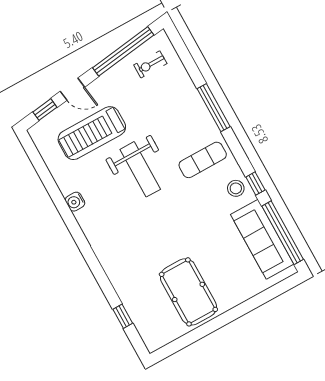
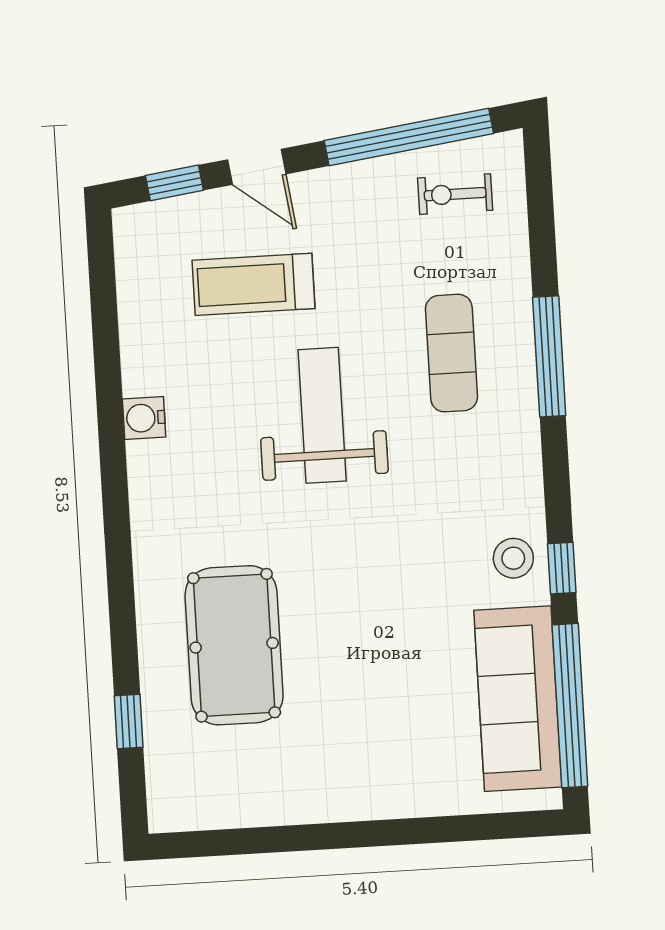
treadmill: (92, 133) -> (253, 284), width x0.73, depth x0.73
exercise mat: (203, 160) -> (451, 353), moved, turned 90
weight bench: (140, 169) -> (322, 415), turned 180
pool table: (188, 292) -> (234, 645), moved

